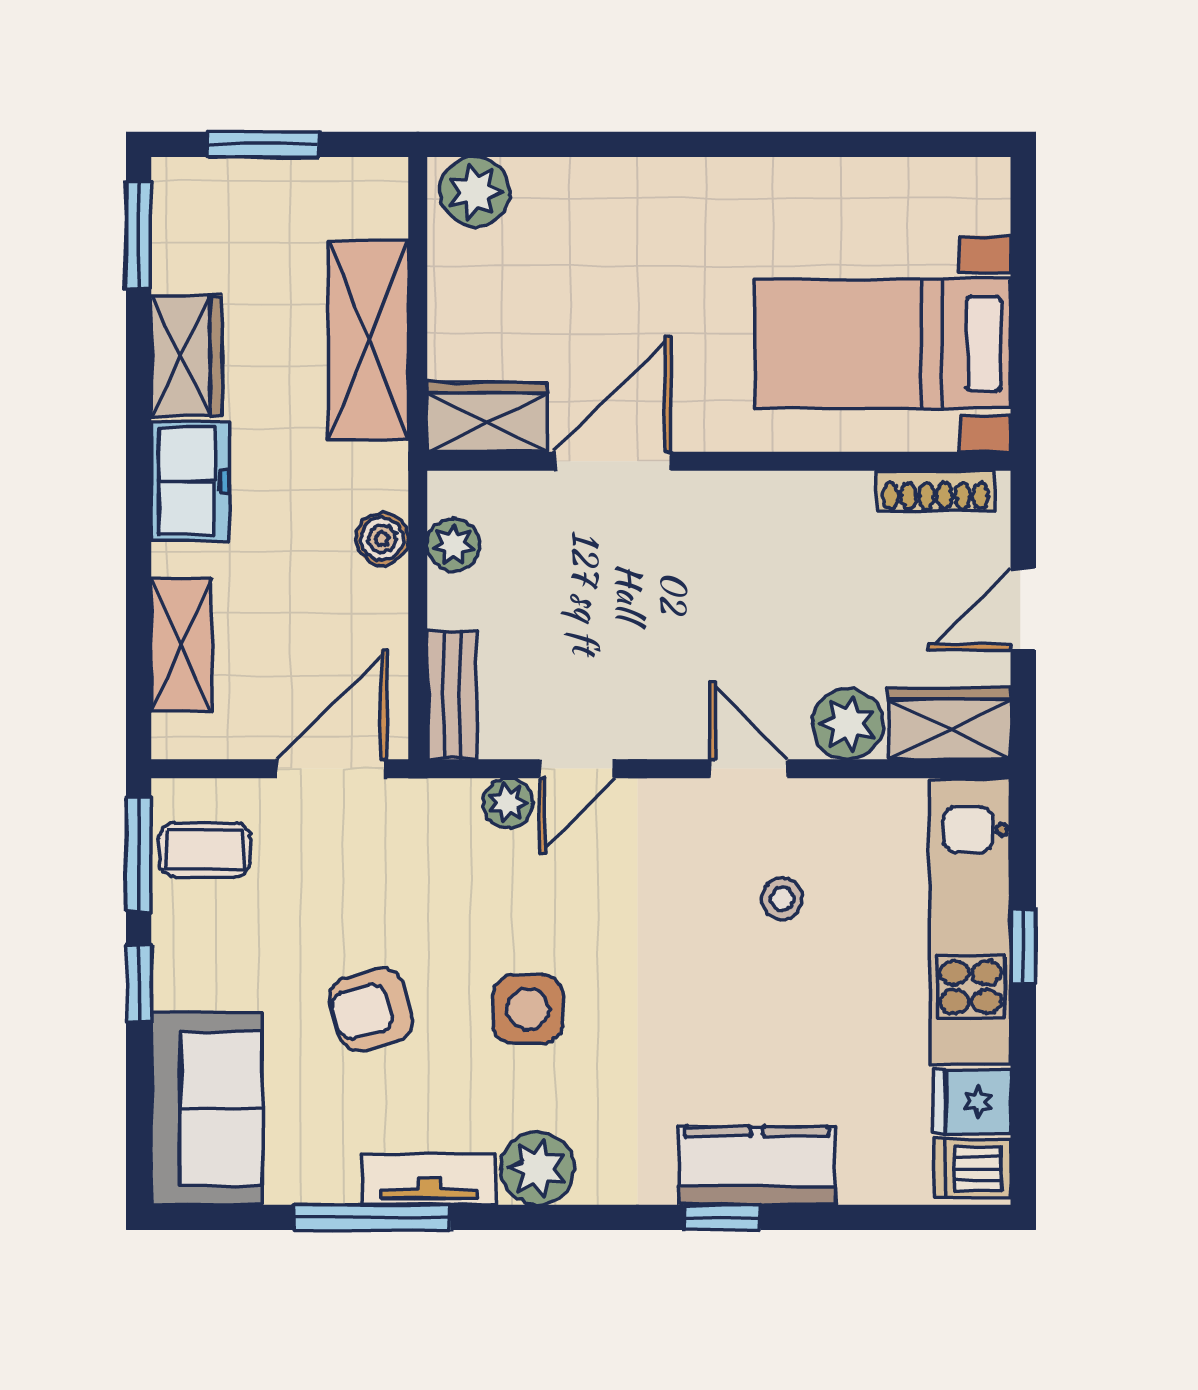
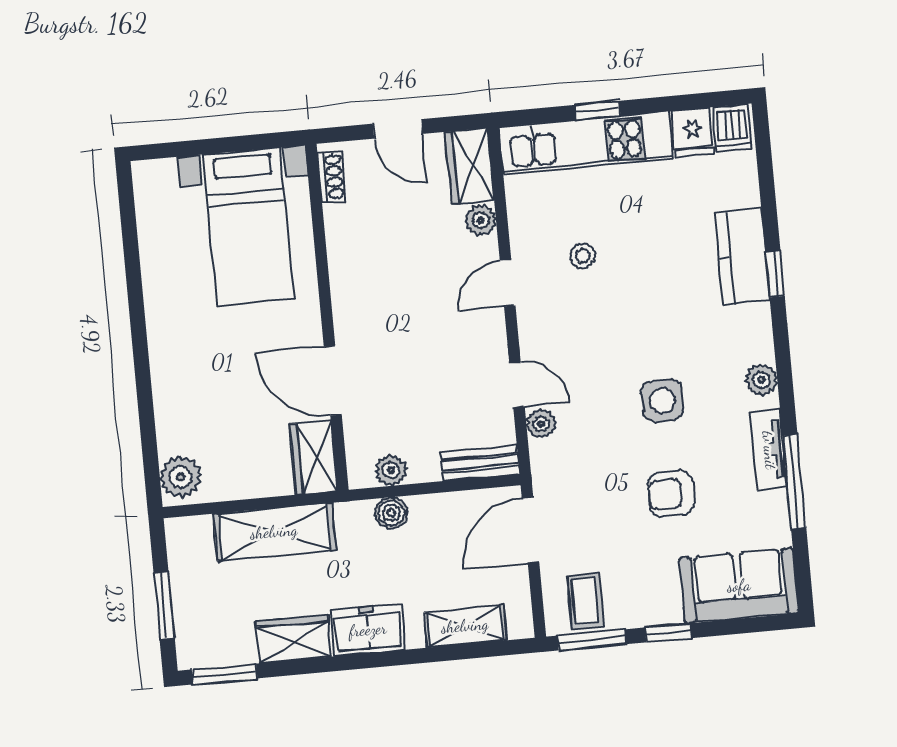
shoe rack: (936, 491) -> (331, 177), width x0.70
plant: (848, 724) -> (481, 220), width x0.73, depth x0.73
door: (332, 769) -> (530, 530), hinge flipped
armchair: (371, 1009) -> (671, 494), turned 106
plant: (537, 1168) -> (761, 380), width x0.73, depth x0.73

